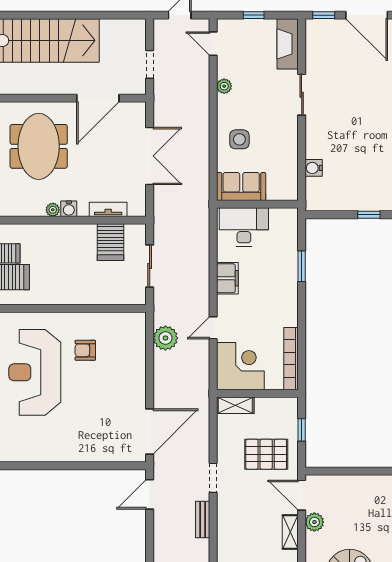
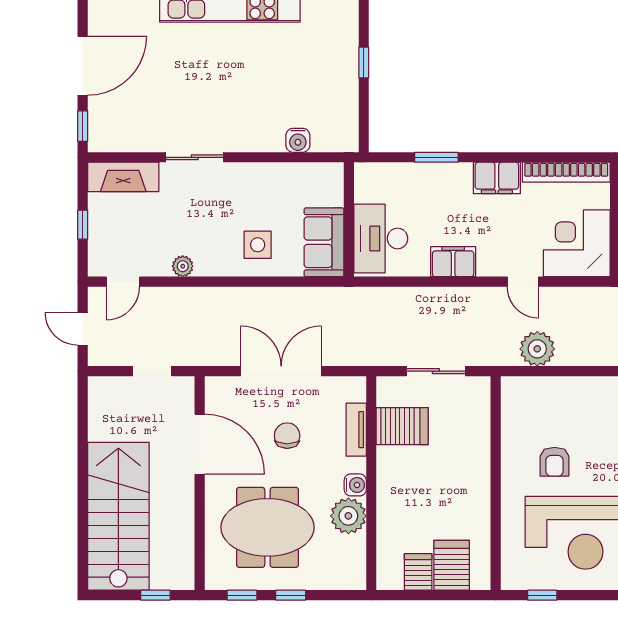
chair: (104, 160) -> (287, 436), added
plant: (53, 210) -> (348, 516), width x1.88, depth x1.88
filing cabinet: (287, 309) -> (497, 178), added

